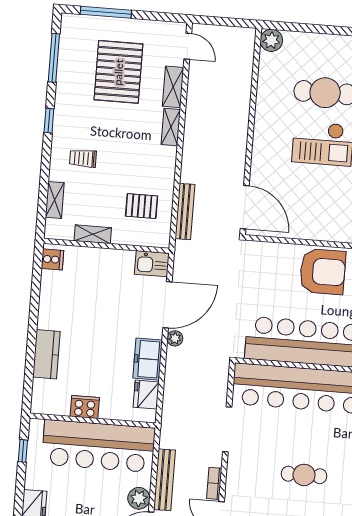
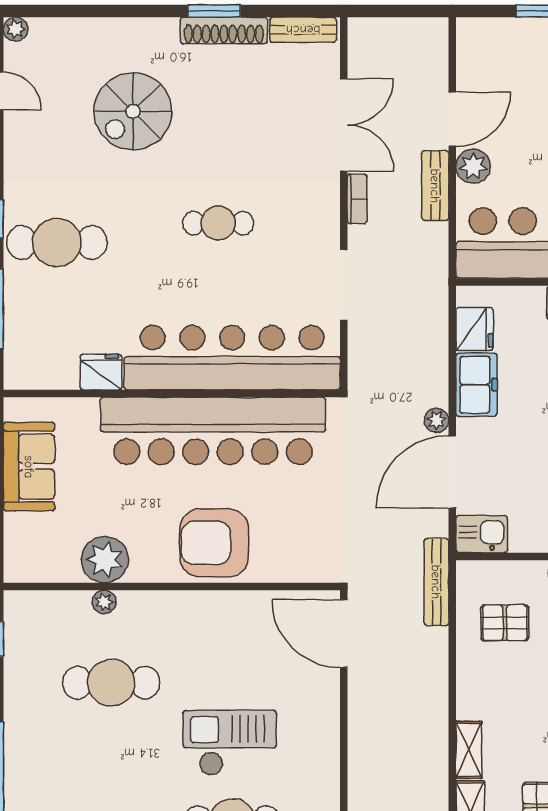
bench: (185, 212) -> (436, 582), moved
bench: (165, 480) -> (435, 186), width x0.73

